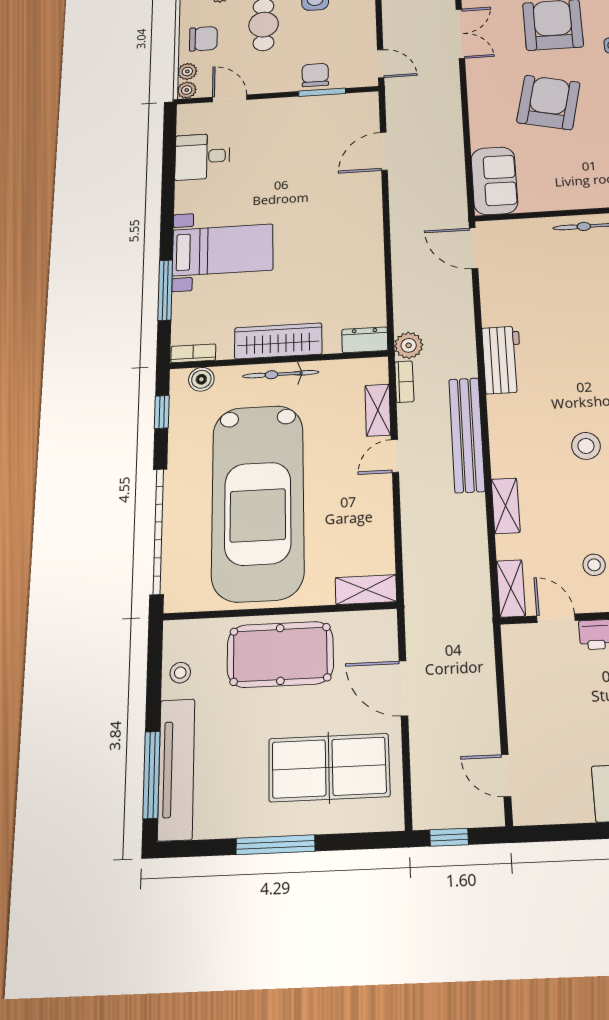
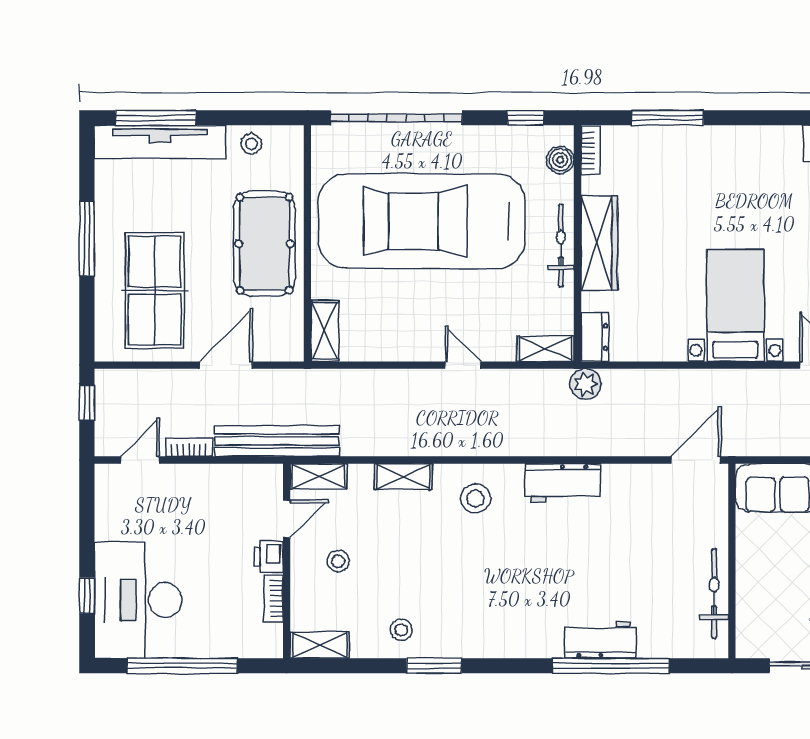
bed with nightstands: (223, 250) -> (735, 305), moved, turned 180
bookcase: (404, 382) -> (189, 447), moved, turned 180
shelving: (378, 410) -> (545, 349), moved
bench: (467, 435) -> (277, 441), moved
stool: (586, 446) -> (475, 498), moved

